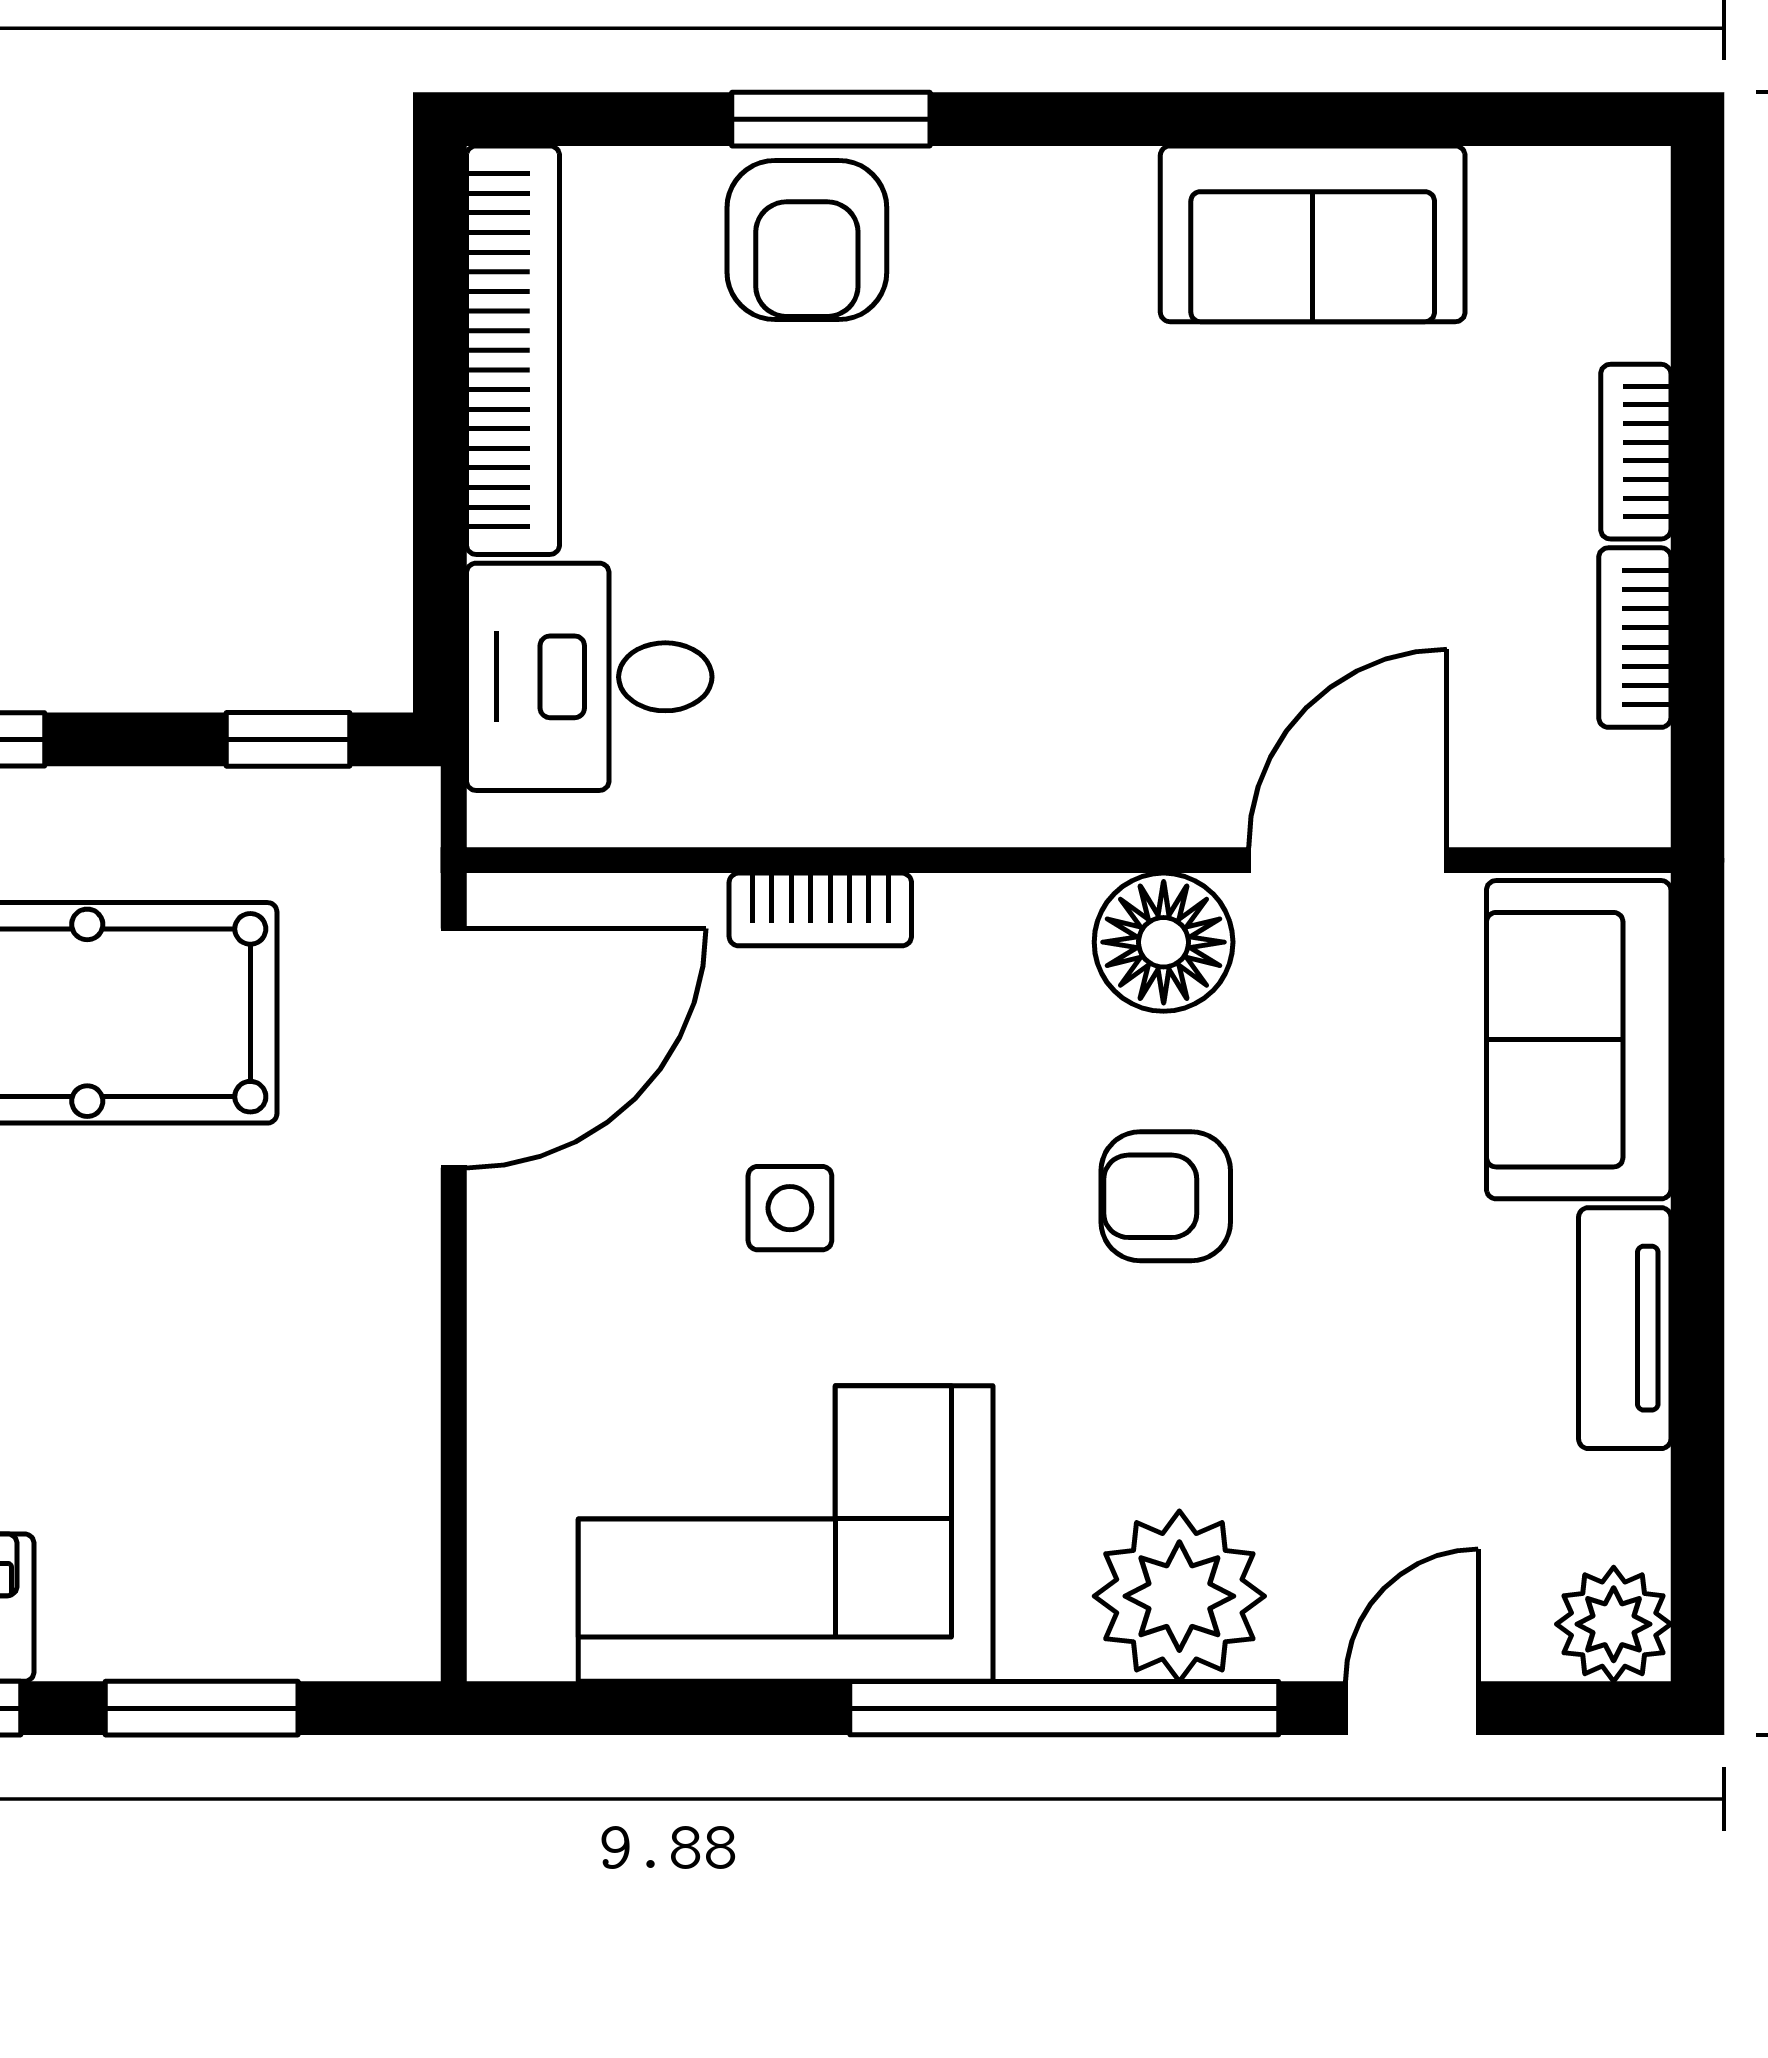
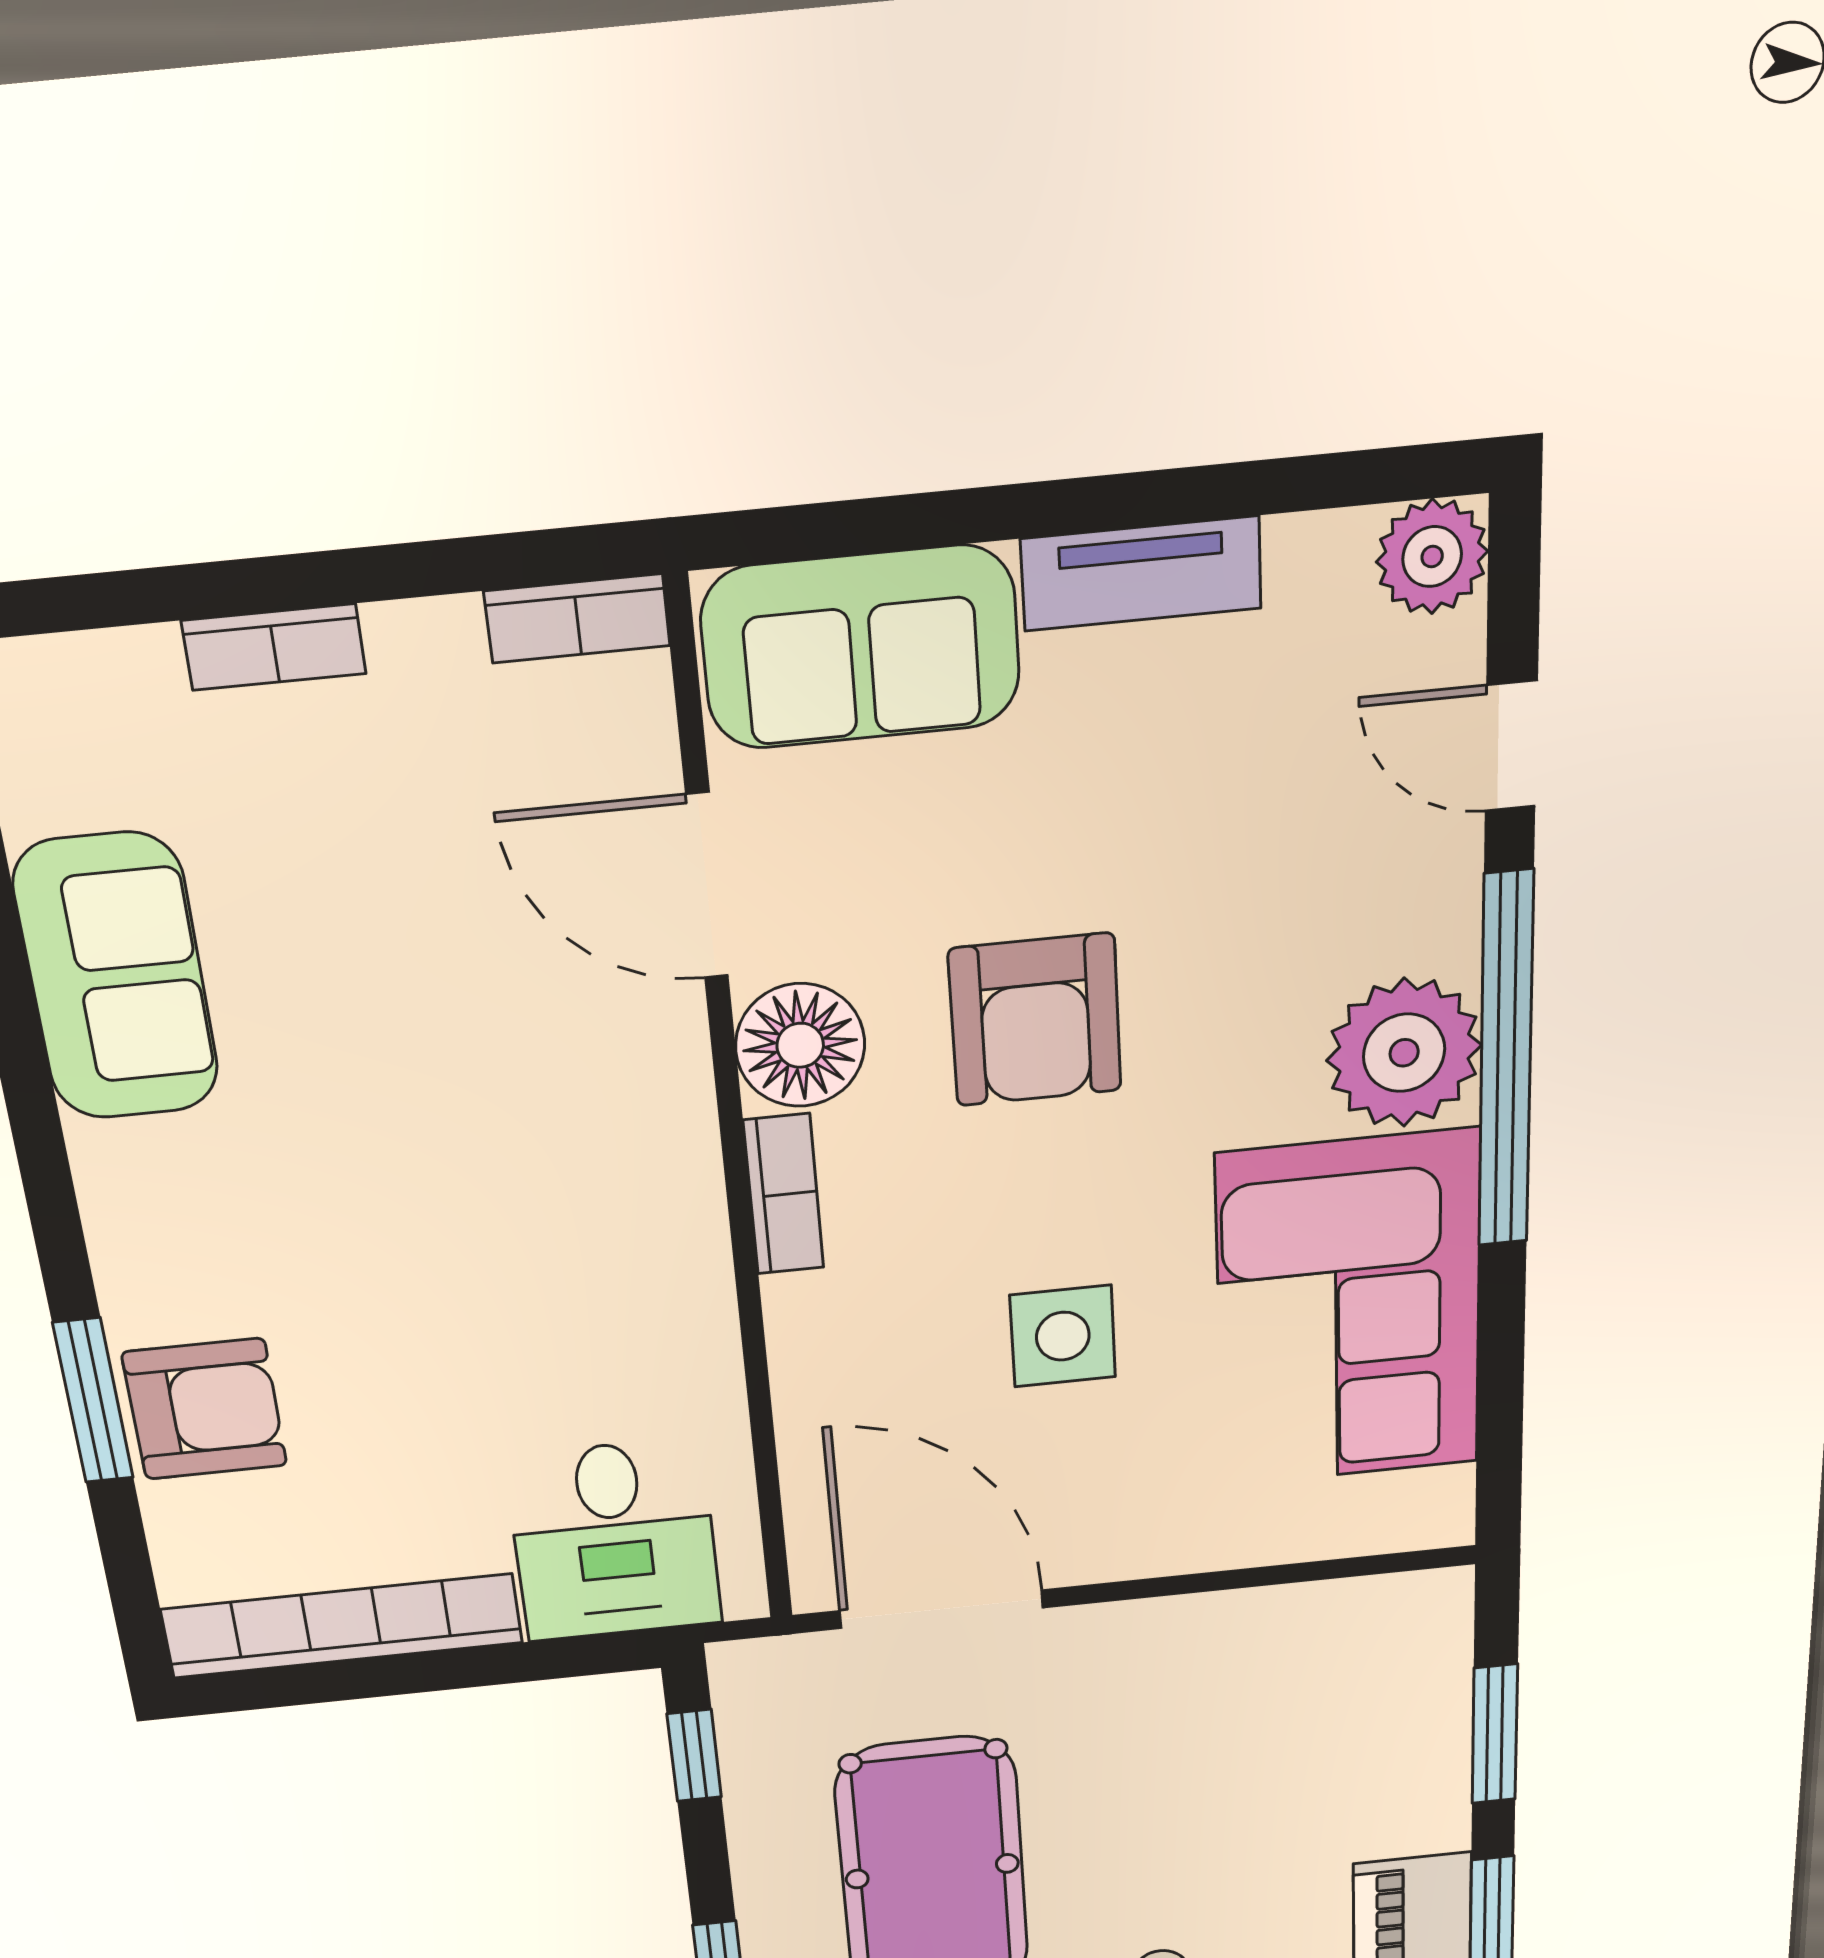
bookcase: (1635, 638) -> (577, 618), moved
bookcase: (820, 909) -> (784, 1194), moved
armchair: (1166, 1196) -> (1035, 1020), width x1.38, depth x1.38
side table: (790, 1208) -> (1063, 1336), width x1.37, depth x1.37
plant: (1179, 1596) -> (1404, 1053), moved

